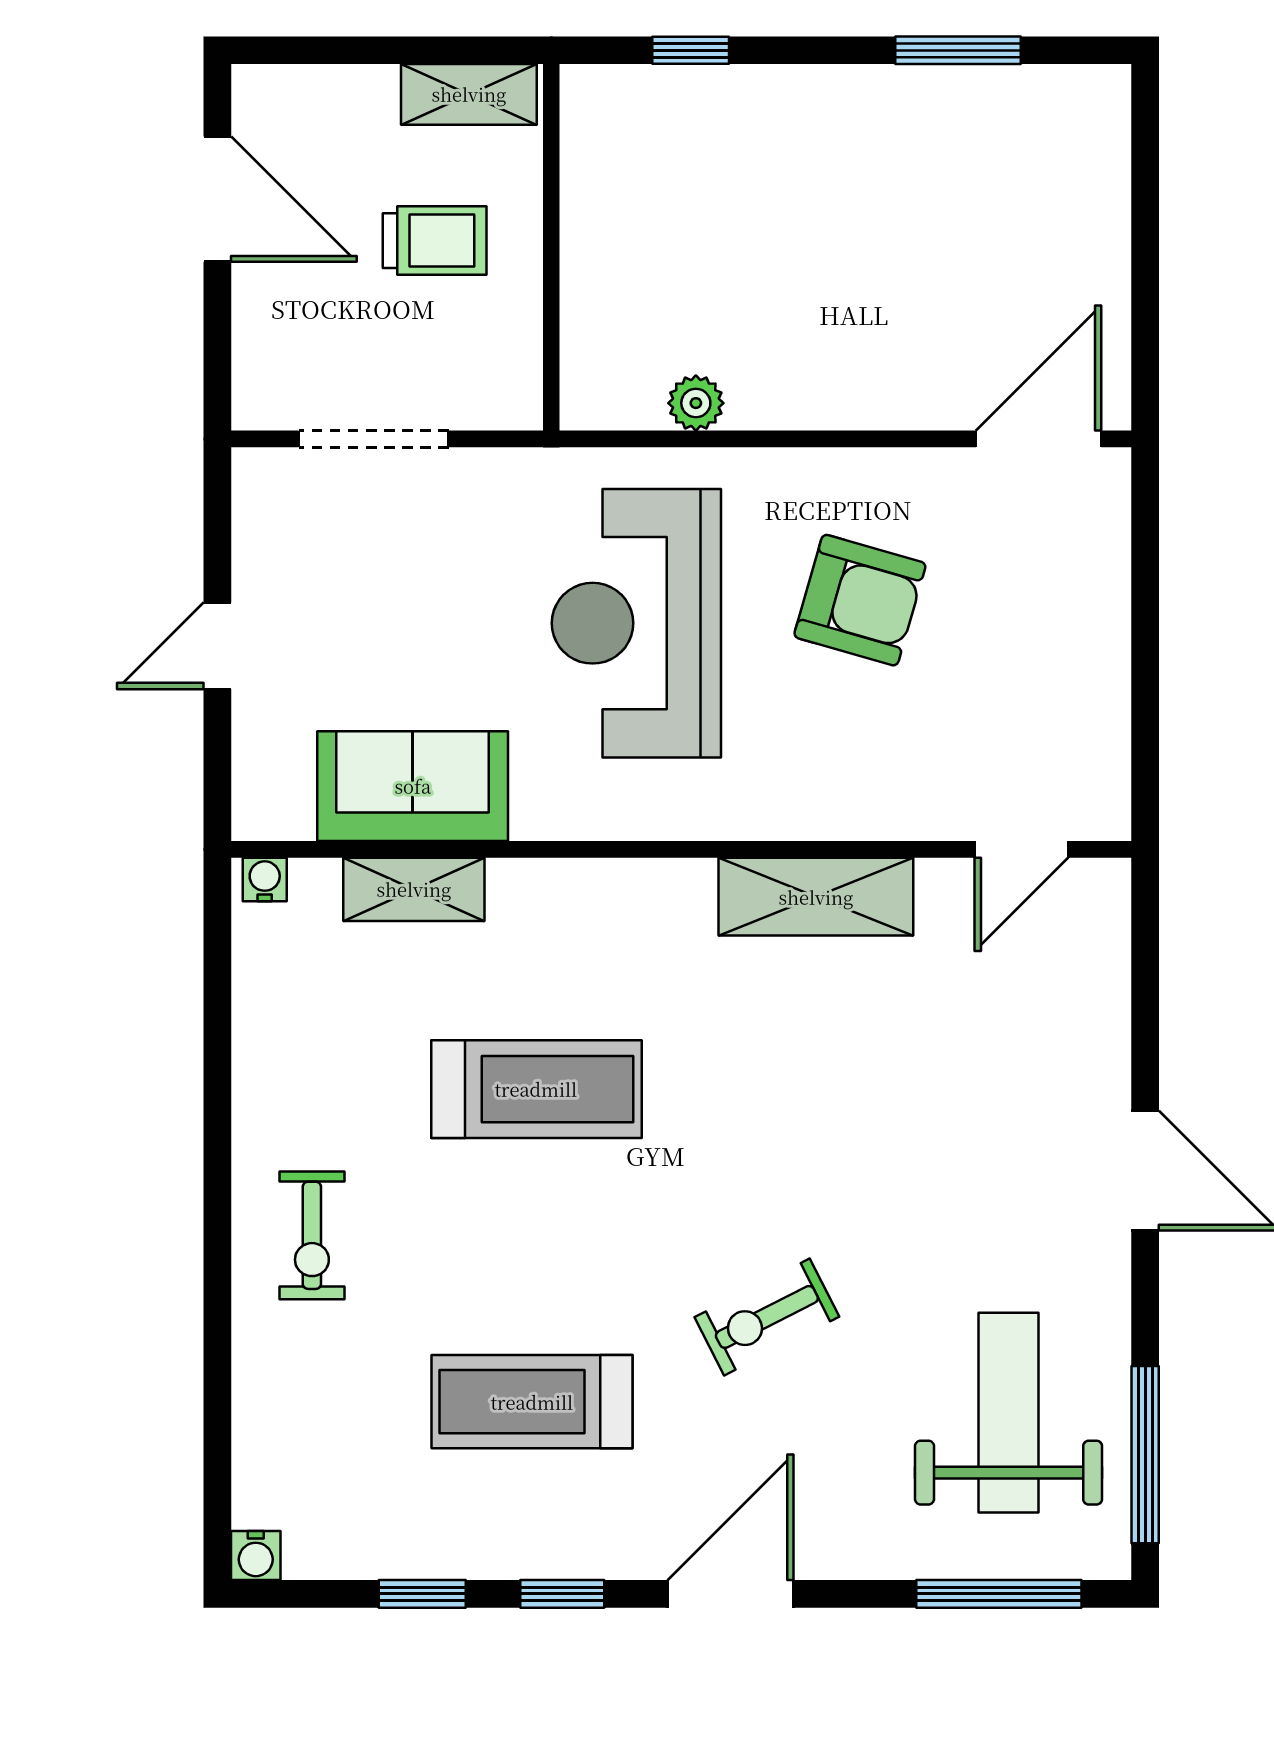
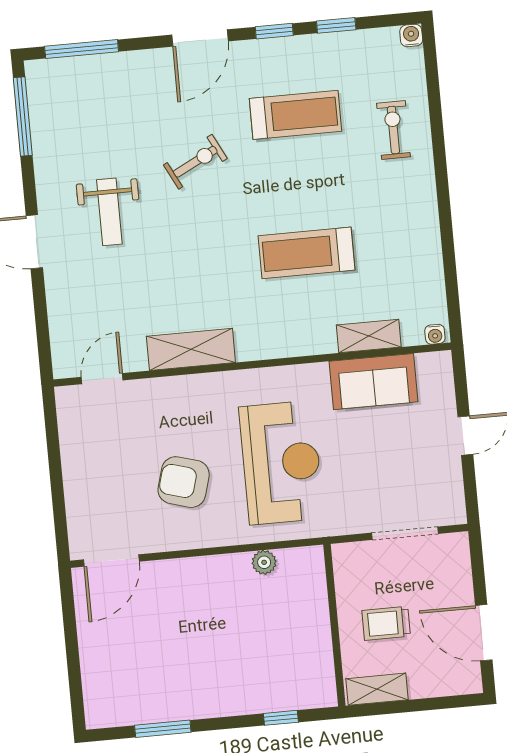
exercise bike: (312, 1235) -> (393, 130), moved
weight bench: (1009, 1413) -> (109, 212), moved, width x0.73, depth x0.75

